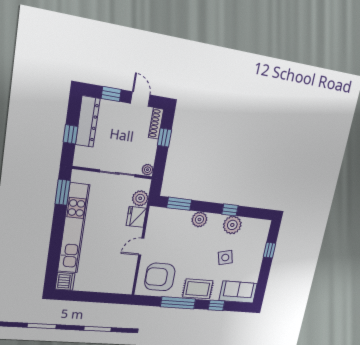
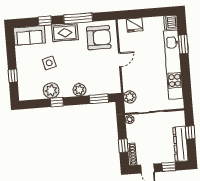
window: (63, 192) -> (183, 44), moved
fridge: (136, 217) -> (135, 25), moved, turned 90

